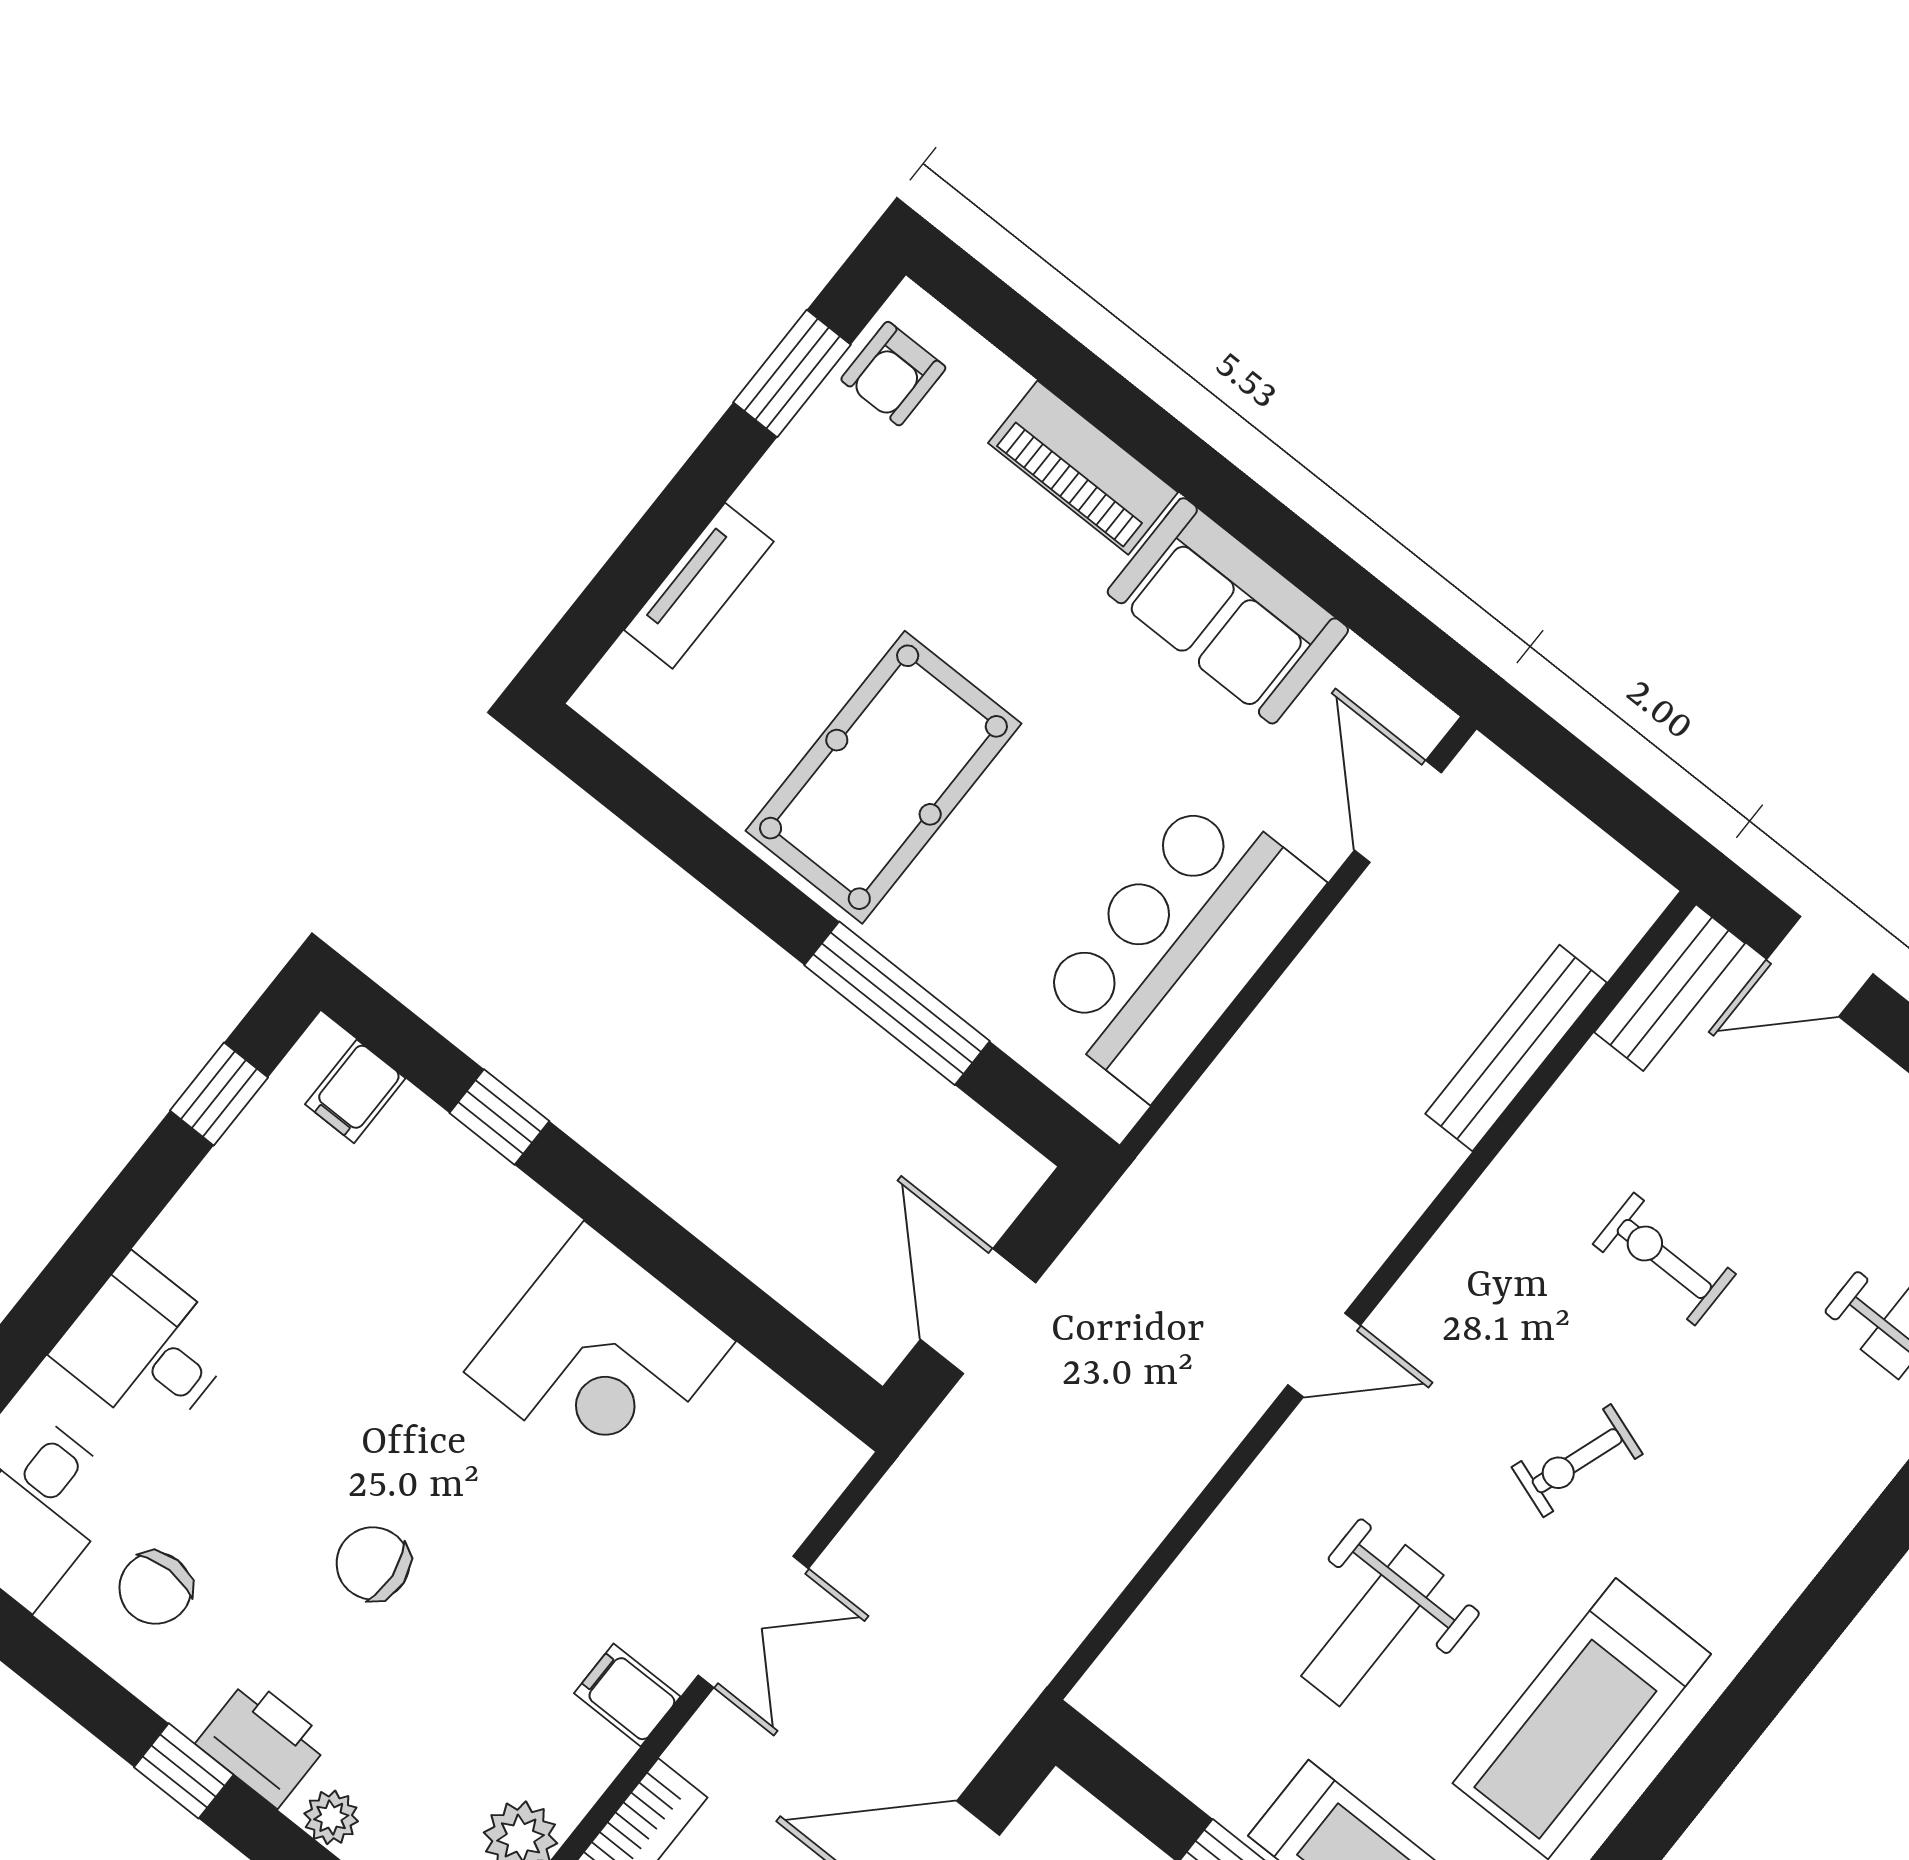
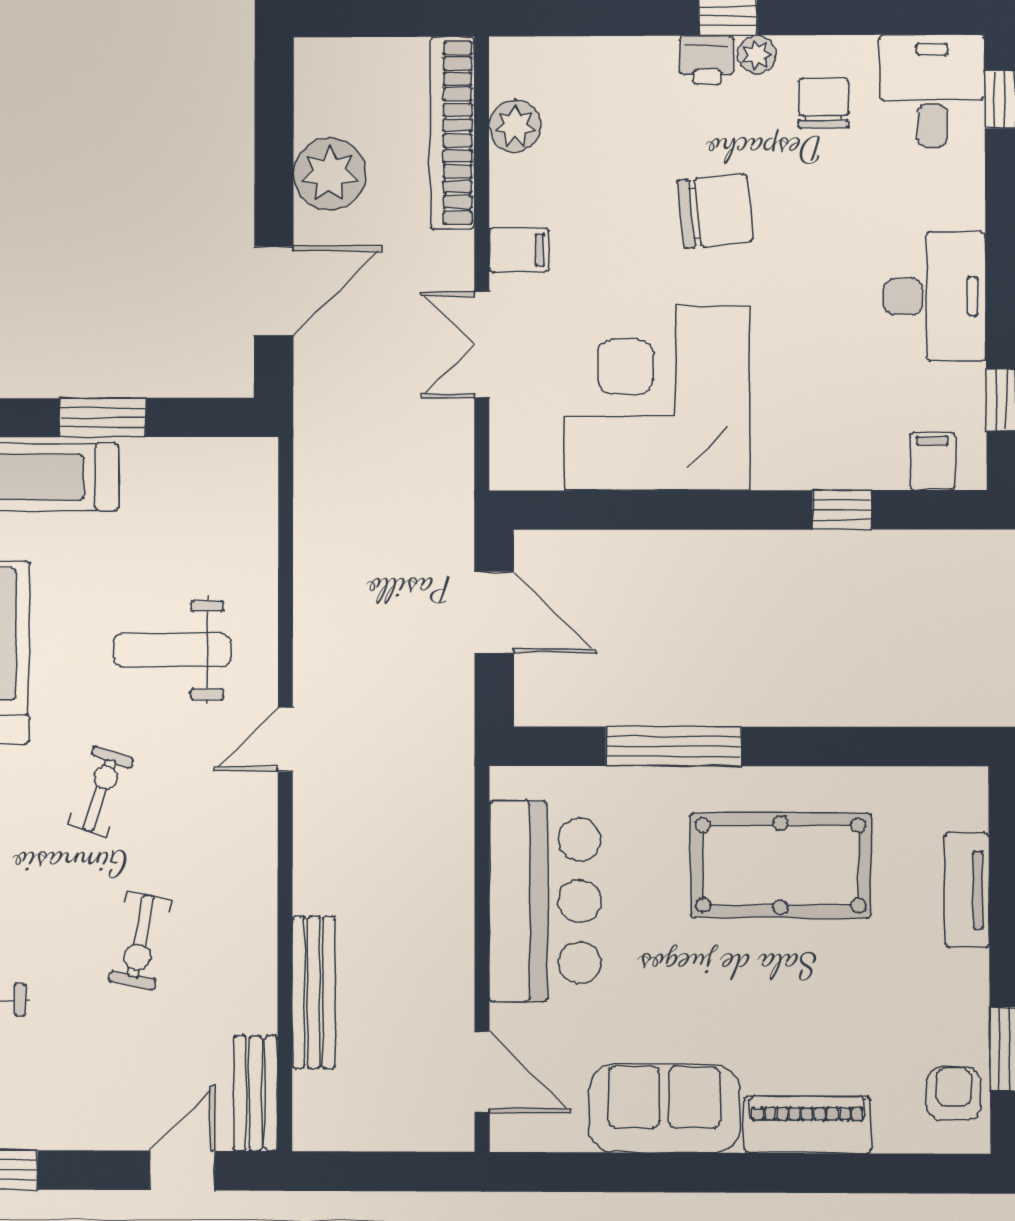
pool table: (883, 777) -> (781, 865), turned 90
exercise bike: (1664, 1259) -> (140, 941), turned 101
desk: (146, 1347) -> (935, 297), moved, width x1.37
corner desk: (600, 1357) -> (657, 398), width x1.36, depth x1.36
chair: (373, 1563) -> (715, 211), width x1.37, depth x1.37
weight bench: (1372, 1626) -> (172, 650), moved, turned -90
printer: (263, 1742) -> (707, 60), width x0.73, depth x0.81
plant: (331, 1817) -> (757, 54), moved

